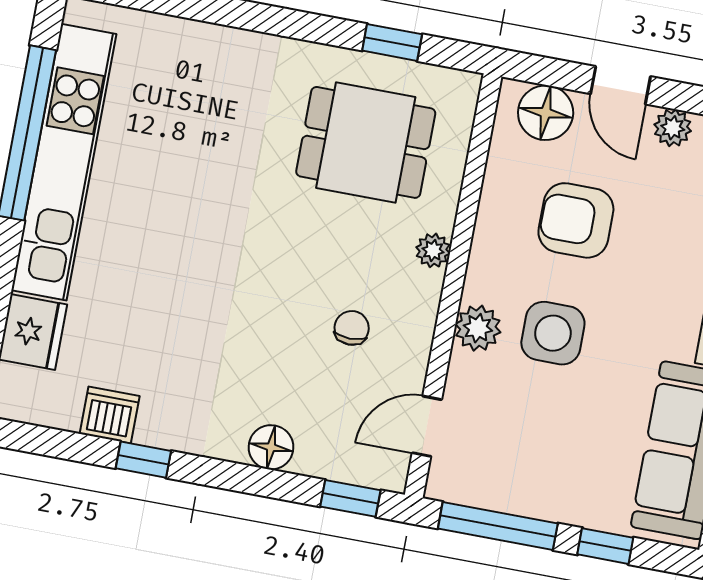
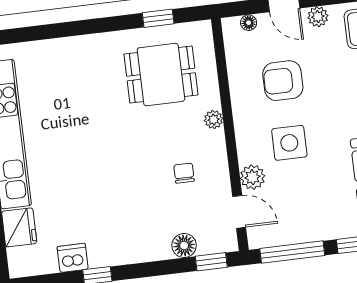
floor lamp: (546, 113) -> (249, 23), width x0.53, depth x0.53
plant: (478, 328) -> (252, 177), moved
door: (427, 426) -> (239, 212), swing flipped
floor lamp: (271, 447) -> (184, 246), moved

